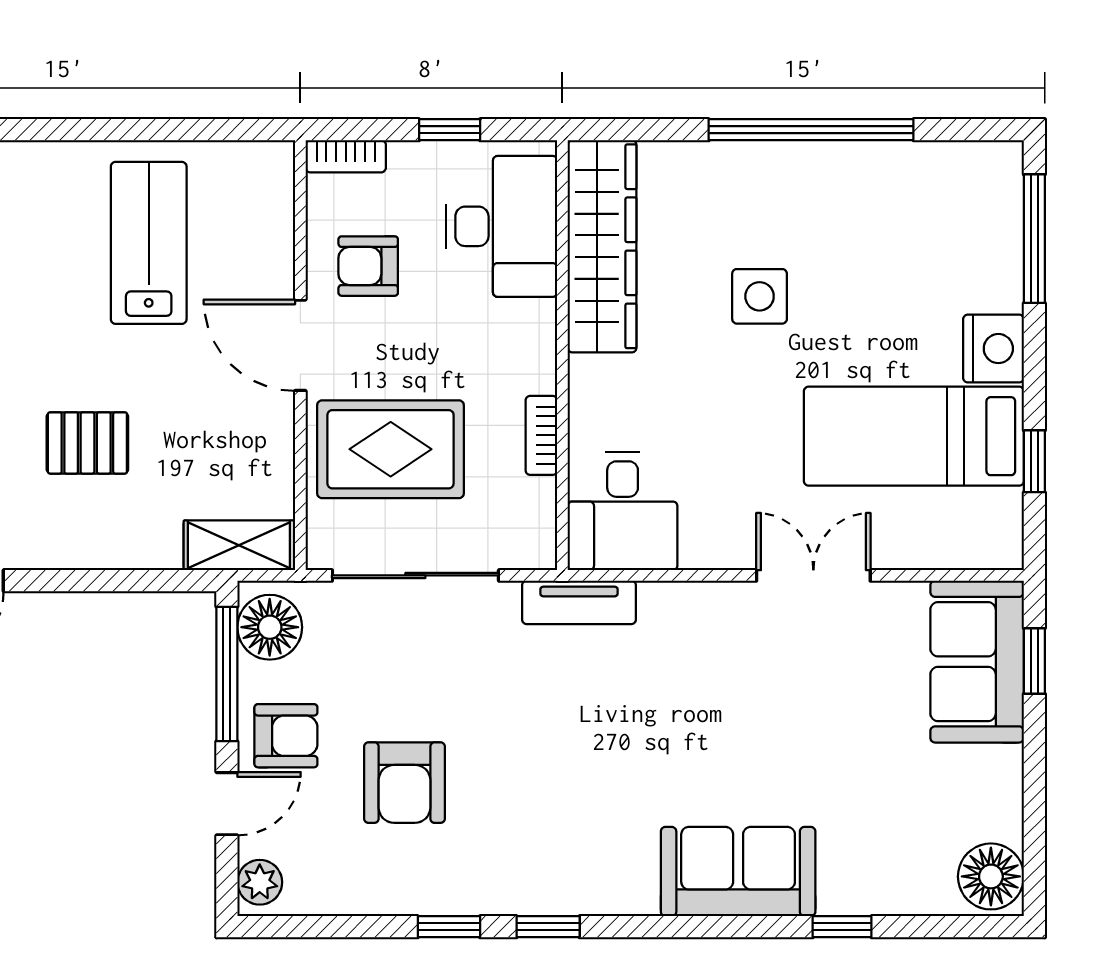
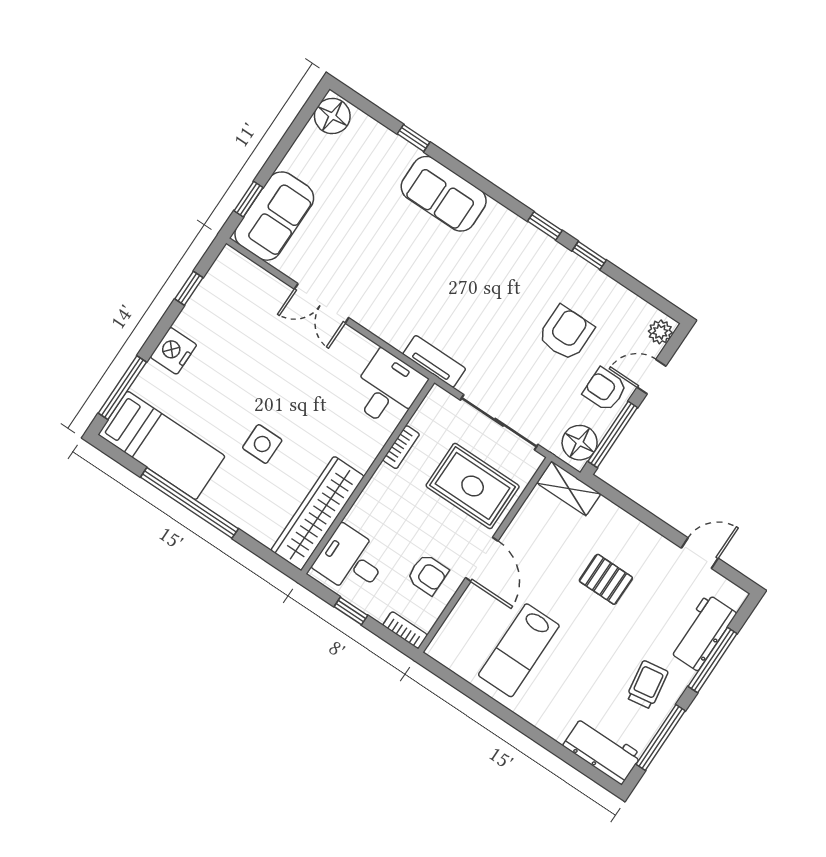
desk: (502, 226) -> (351, 561), width x0.73
bed: (914, 436) -> (162, 445), moved

